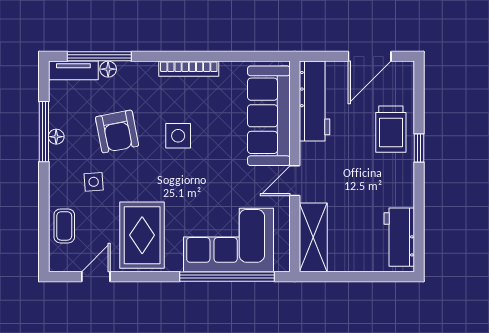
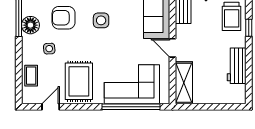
armchair: (117, 131) -> (64, 18), turned 101
floor lamp: (56, 137) -> (30, 25), width x1.89, depth x1.89
door: (295, 181) -> (173, 48), hinge flipped
workbench: (399, 237) -> (237, 66), moved

